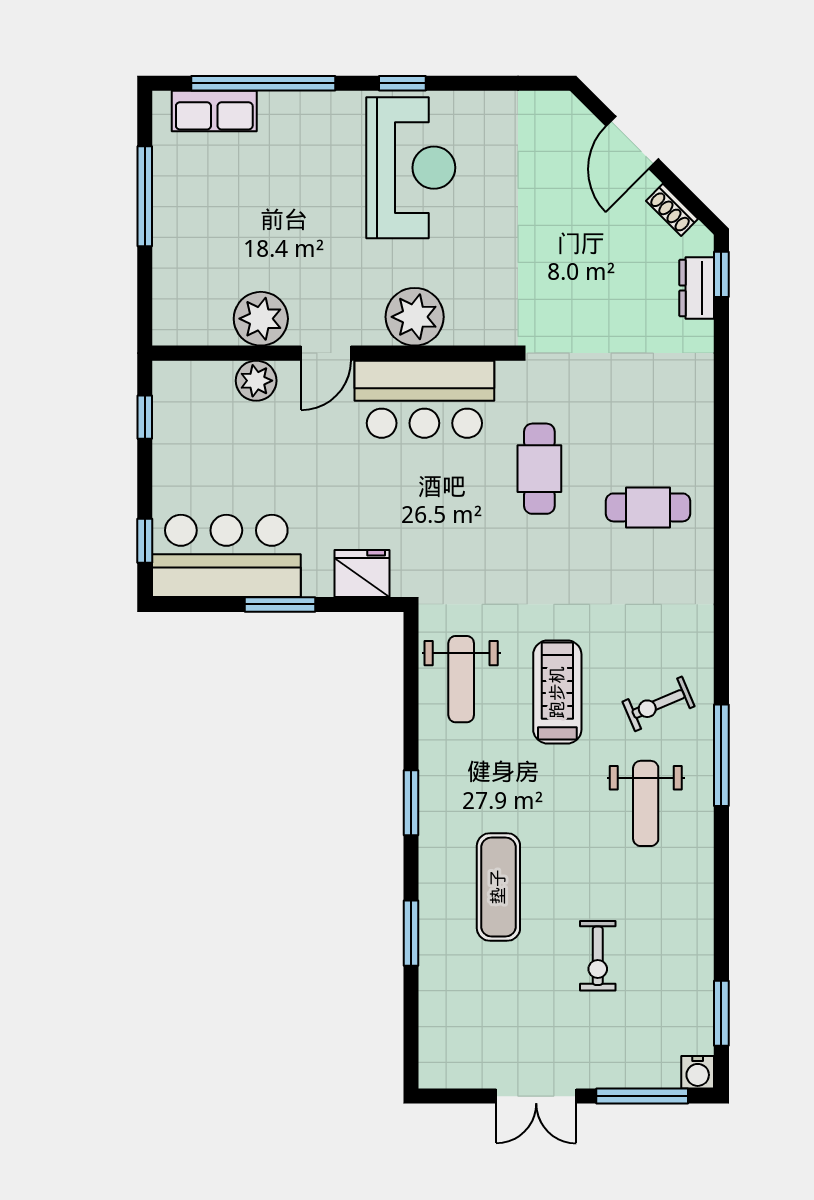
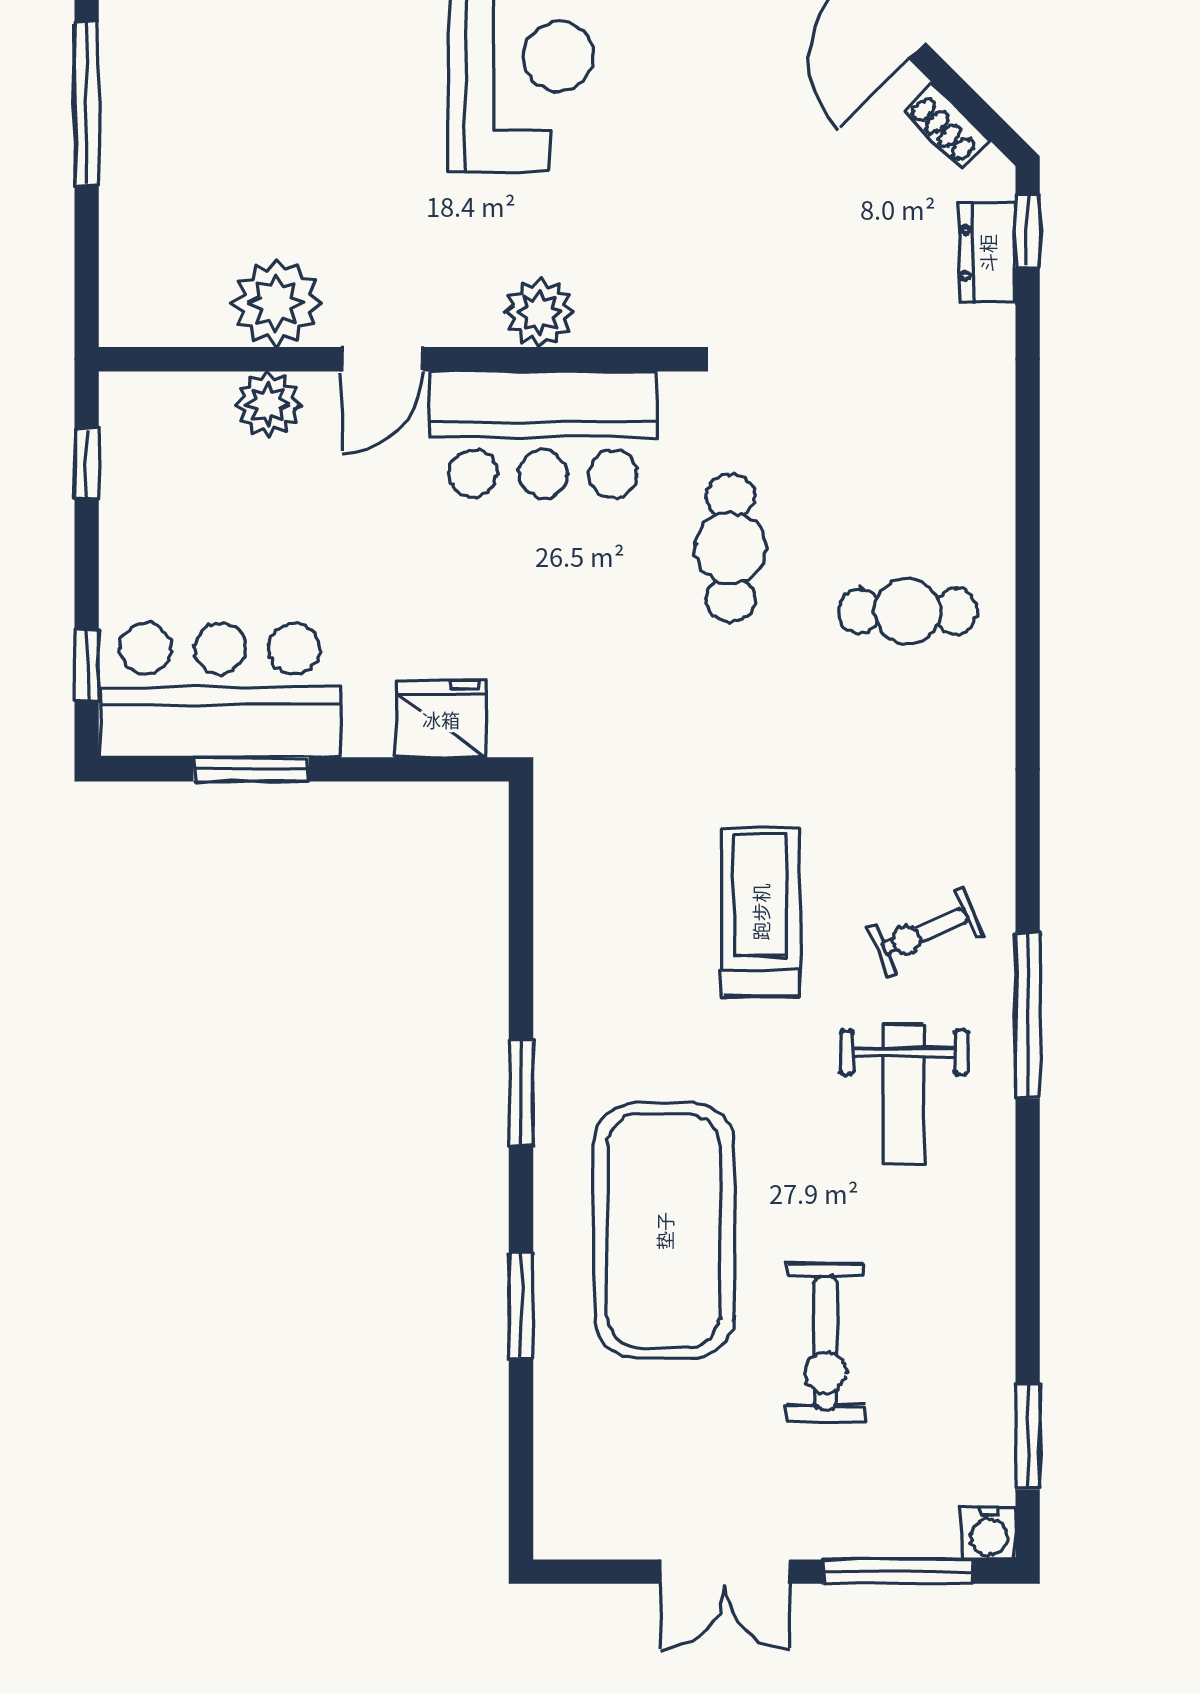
plant: (415, 317) -> (540, 313), width x0.73, depth x0.73
window: (280, 604) -> (251, 769), moved
weight bench: (461, 679) -> (603, 891), removed
exercise mat: (498, 887) -> (664, 1231), width x2.00, depth x1.45
exercise bike: (598, 956) -> (826, 1343), width x1.38, depth x1.39

